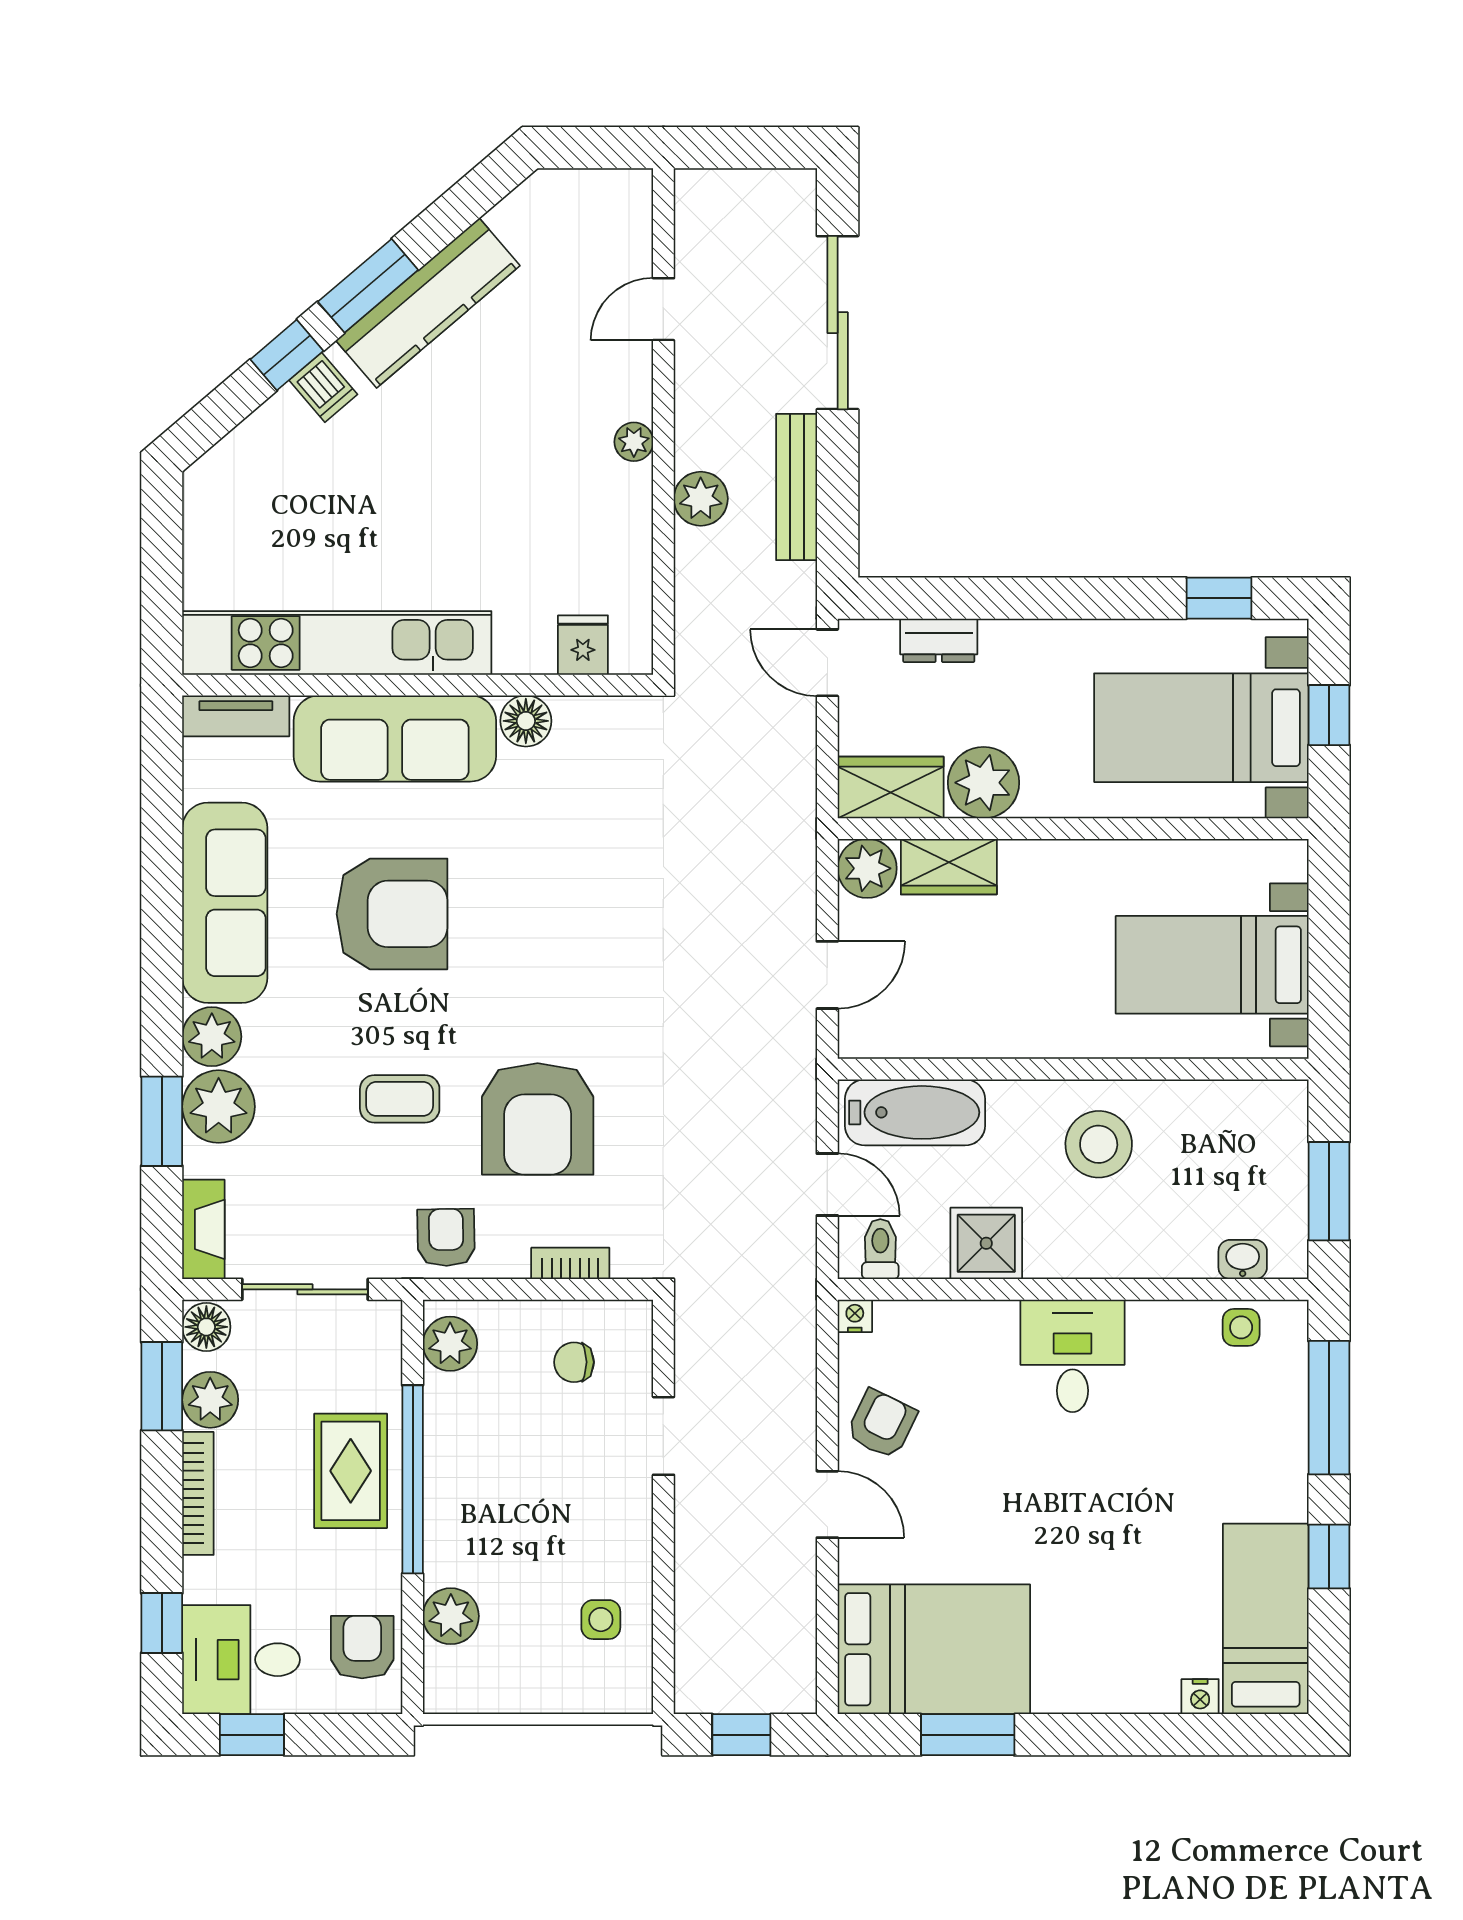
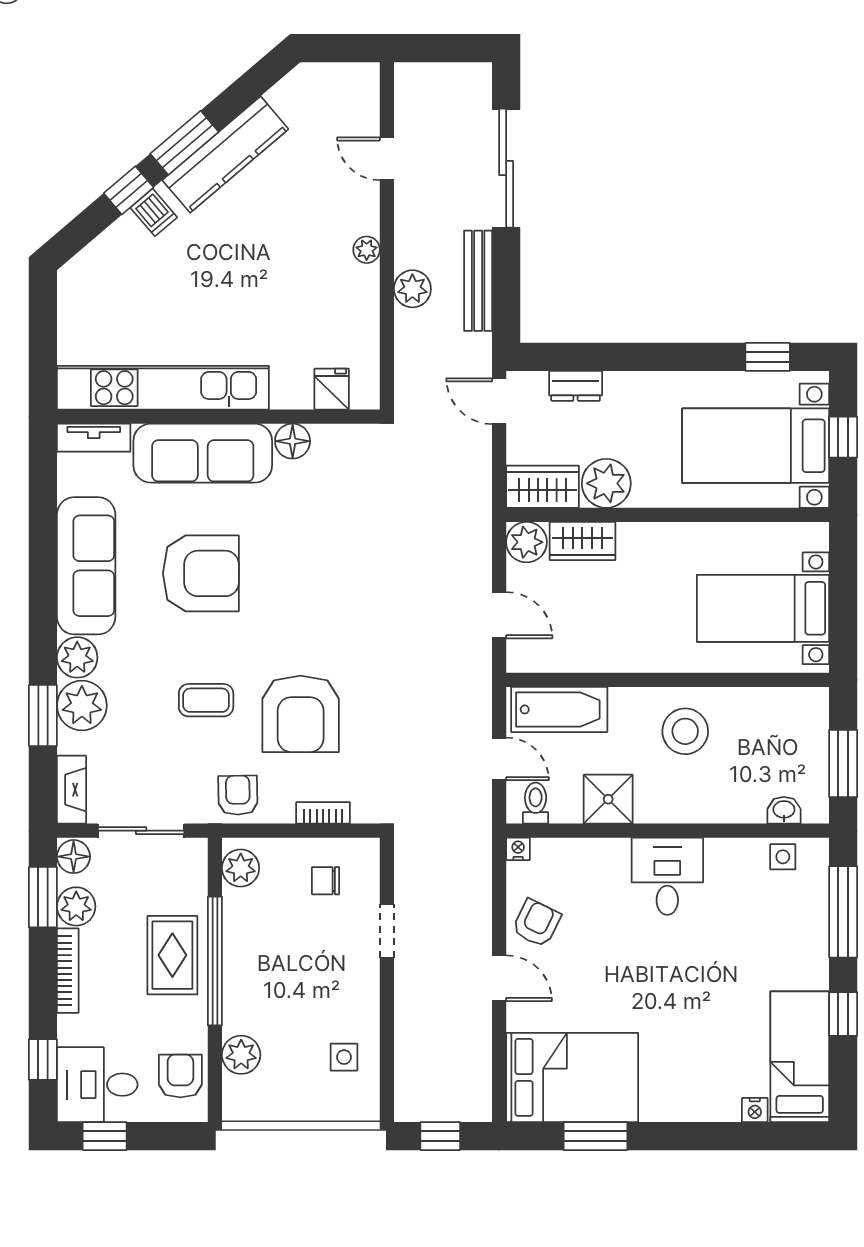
door: (663, 309) -> (387, 159), hinge flipped
door: (827, 975) -> (499, 615), hinge flipped

